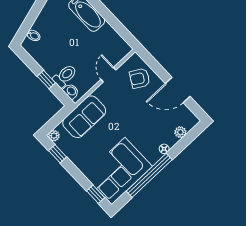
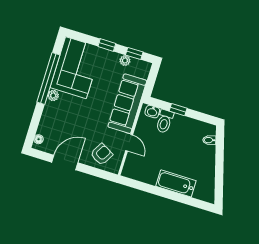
sofa: (84, 117) -> (127, 104), width x1.36
plant: (180, 132) -> (53, 95), moved
plant: (54, 136) -> (125, 60), moved
floor lamp: (164, 149) -> (39, 139), moved
window: (96, 194) -> (107, 45), moved

